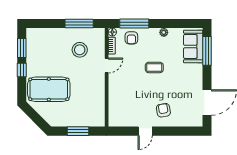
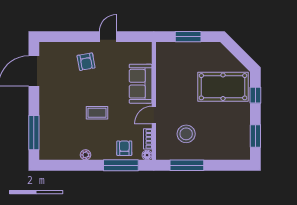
sofa: (193, 46) -> (141, 84), moved, turned 180
window: (22, 70) -> (255, 95), moved

